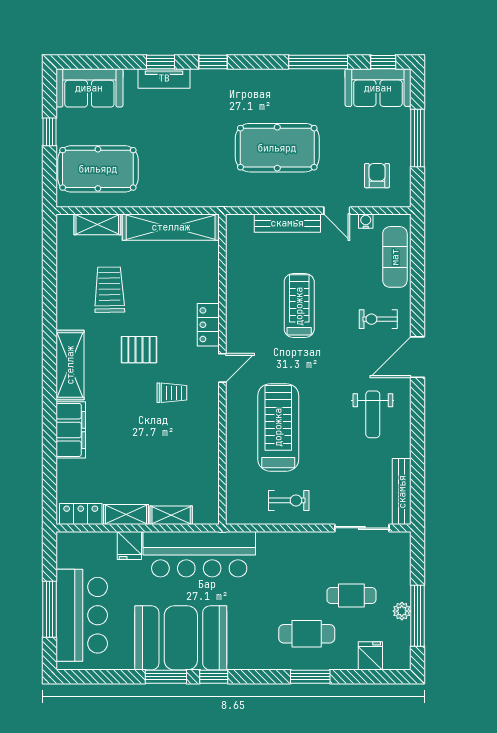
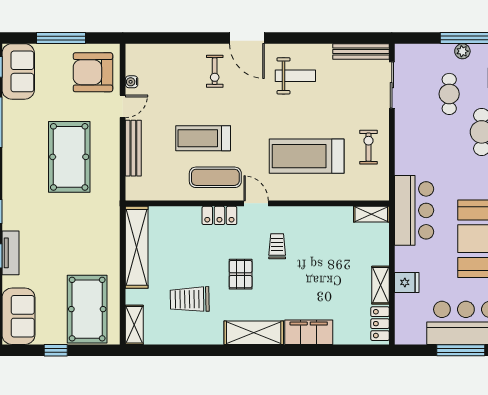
armchair: (377, 176) -> (93, 72), width x1.88, depth x1.88
shelving: (97, 224) -> (134, 325), moved
exercise mat: (395, 257) -> (215, 177), moved
shelving: (171, 515) -> (371, 214), moved, turned 90
bar counter: (199, 554) -> (414, 210), width x0.73

